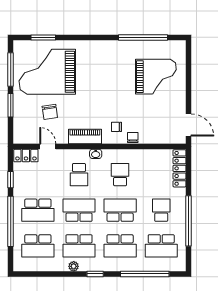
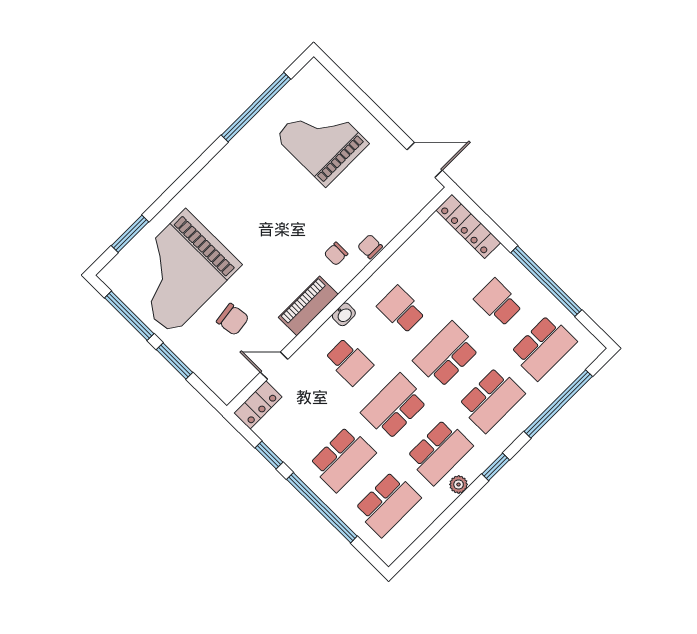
grand piano: (156, 77) -> (322, 140), turned -90

